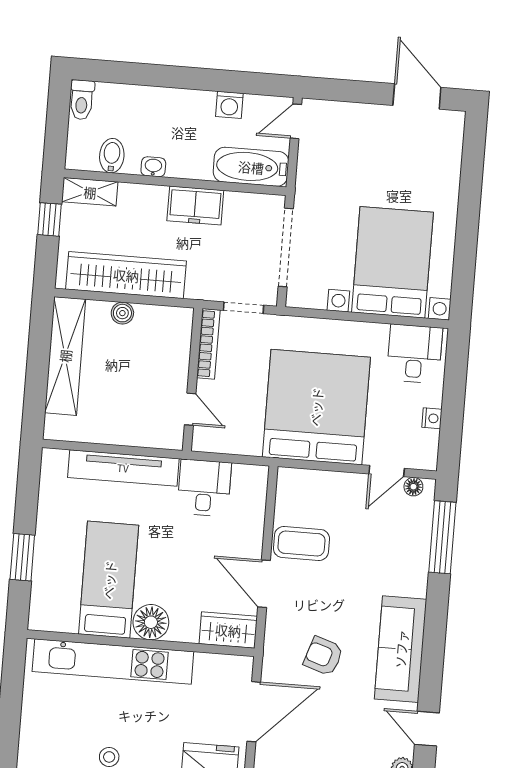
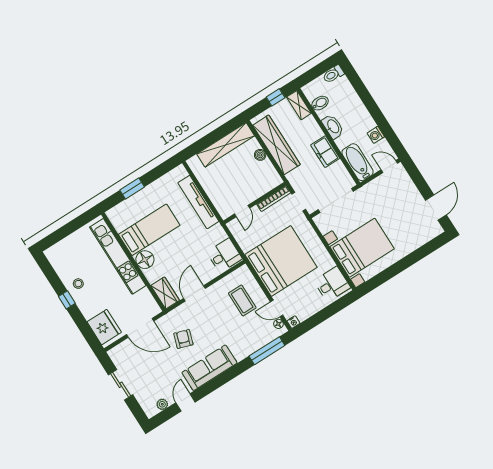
washbasin: (153, 167) -> (333, 127), width x1.91, depth x1.45
nightstand: (432, 418) -> (293, 322), moved
desk: (204, 488) -> (224, 255), moved
coffee table: (301, 543) -> (242, 301), moved

